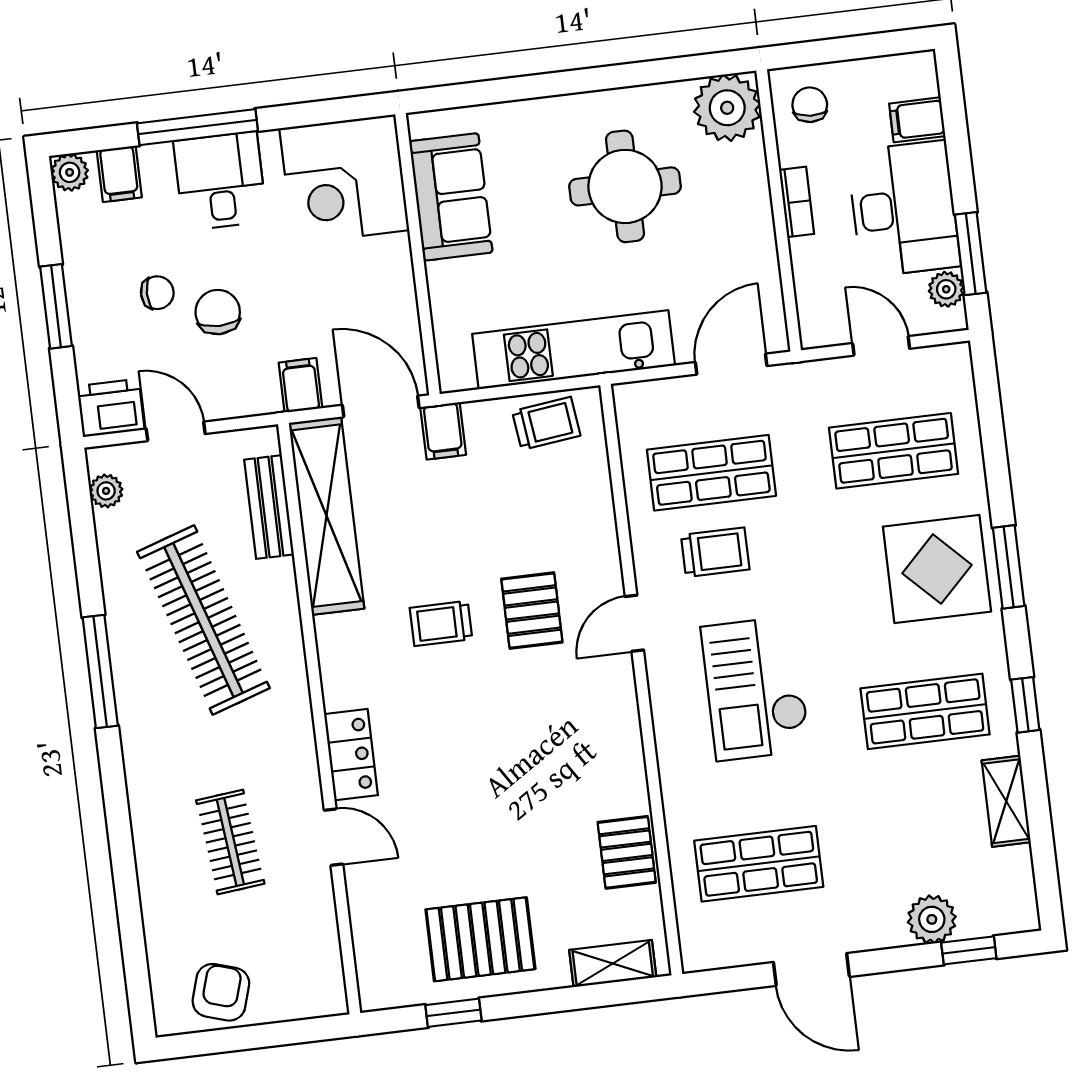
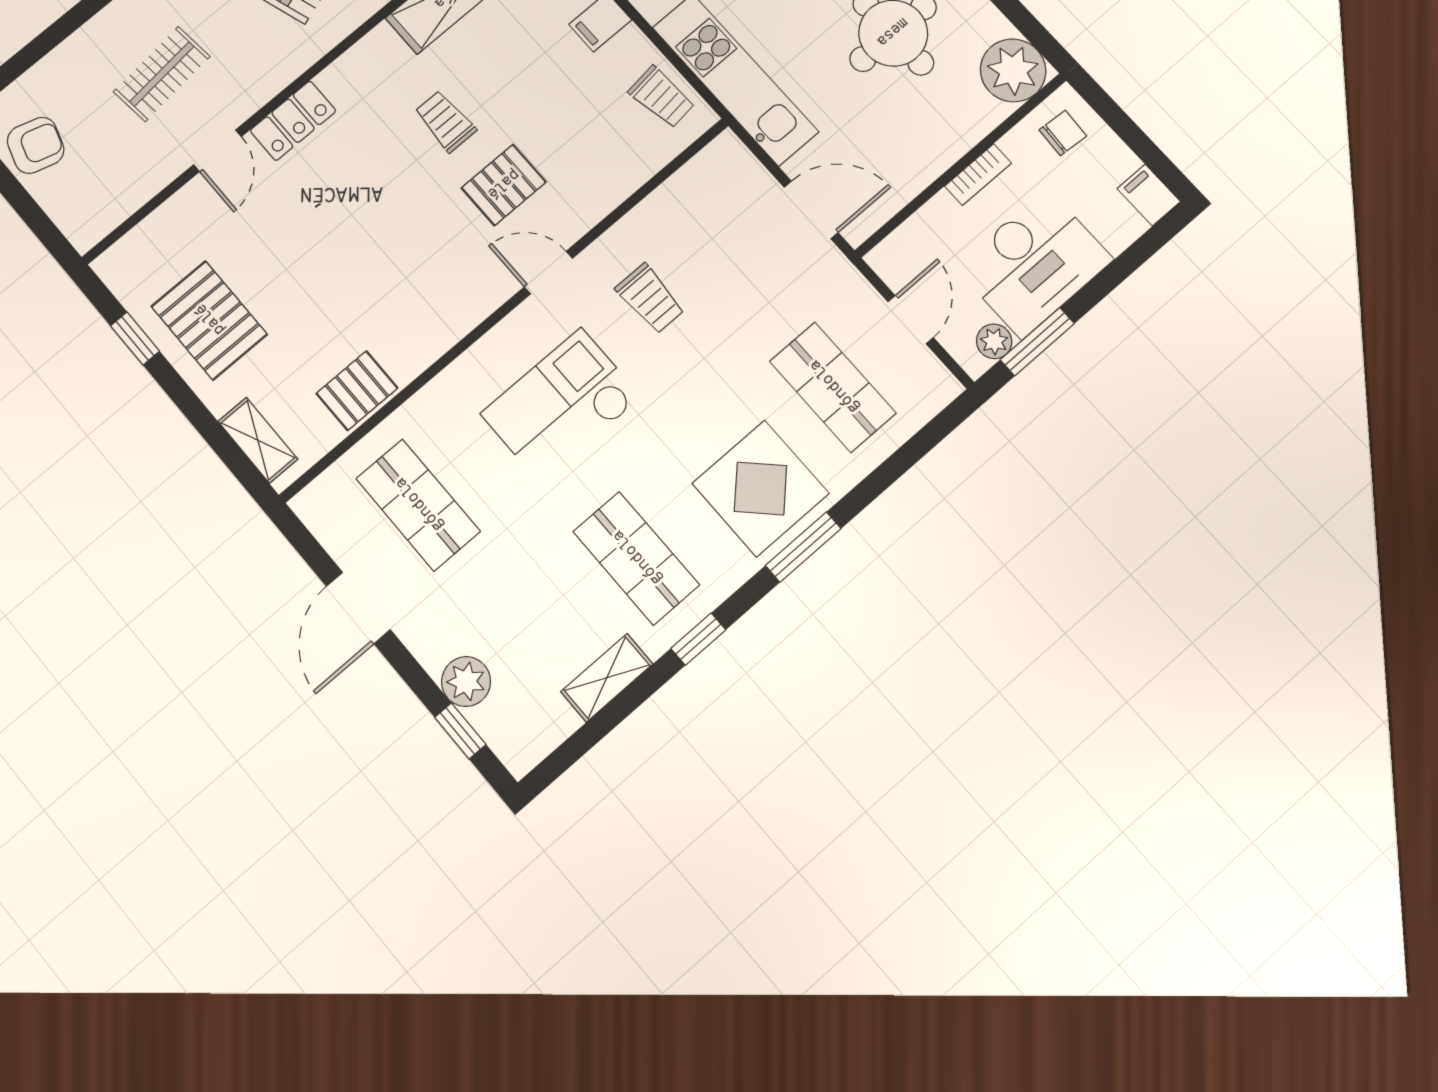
filing cabinet: (917, 120) -> (1149, 195), moved
shop shelf: (711, 473) -> (712, 253), removed

